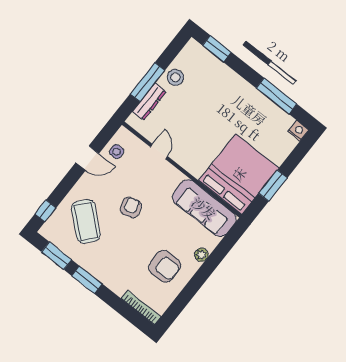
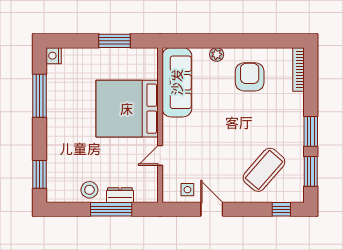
dresser: (149, 102) -> (120, 195), width x0.70
bed: (239, 174) -> (127, 109), moved
armchair: (131, 208) -> (224, 142), removed

